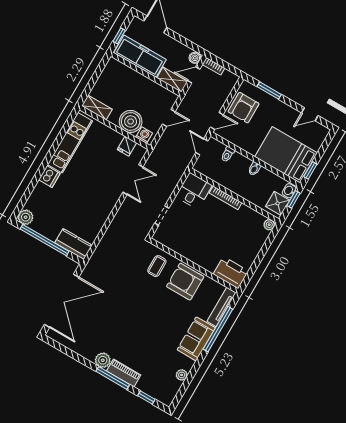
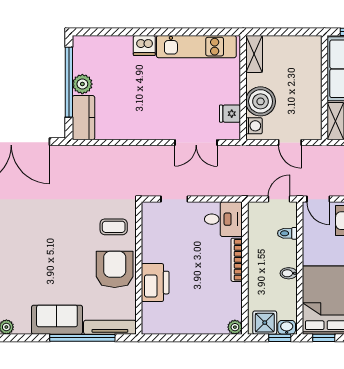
plant: (26, 217) -> (82, 84), moved
printer: (231, 273) -> (155, 283), moved

